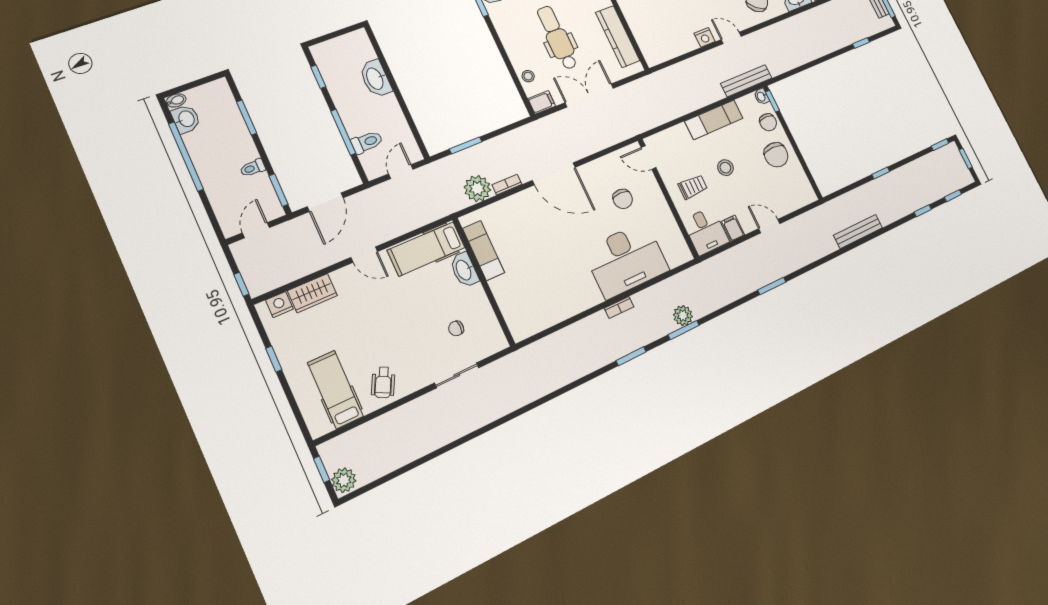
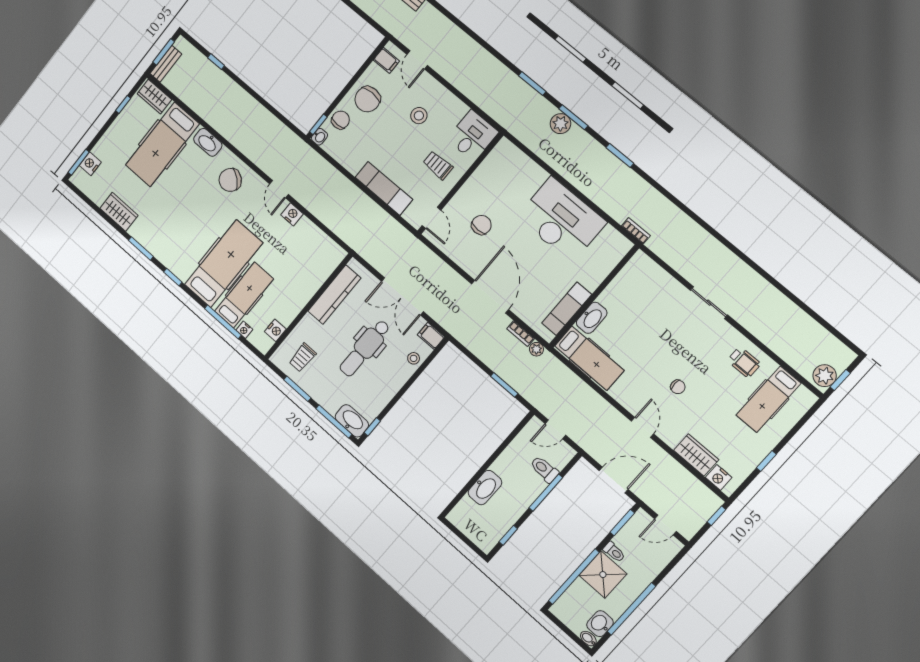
bench: (746, 81) -> (312, 158), removed
window: (247, 118) -> (574, 577), width x2.11
exam couch: (714, 120) -> (384, 188), moved
shower: (235, 146) -> (603, 575), added
chair: (776, 155) -> (367, 99), turned 180
stool: (725, 168) -> (419, 116), moved
plant: (477, 188) -> (536, 349), width x0.53, depth x0.53
door: (769, 226) -> (417, 60), moved
filing cabinet: (733, 228) -> (386, 60), moved, turned -90
hospital bed: (426, 249) -> (589, 358), moved
exam couch: (483, 251) -> (567, 309), moved
desk: (626, 260) -> (561, 220), moved
washbasin: (464, 270) -> (592, 318), moved
wall: (484, 282) -> (594, 296), moved
window: (772, 286) -> (532, 84), moved
bookcase: (619, 307) -> (636, 231), moved
chair: (456, 328) -> (678, 387), moved
wheelchair: (383, 382) -> (744, 362), turned 63
plant: (344, 480) -> (825, 376), moved

